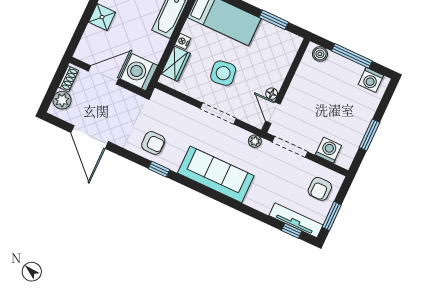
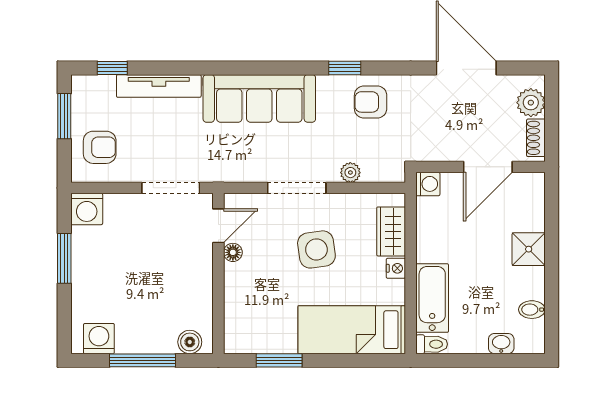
washing machine: (139, 72) -> (428, 184), width x0.53, depth x0.53
door: (273, 113) -> (218, 226), hinge flipped
plant: (255, 141) -> (350, 173), moved
washing machine: (328, 150) -> (87, 209), moved
armchair: (320, 189) -> (100, 147), turned 90
tv unit: (296, 220) -> (159, 86), moved

